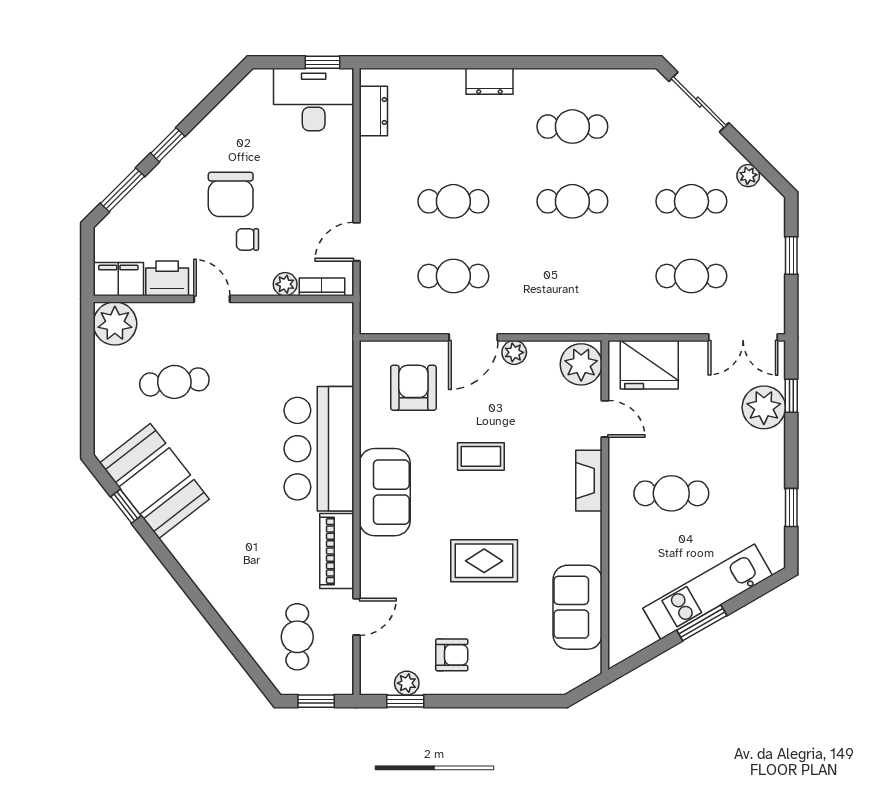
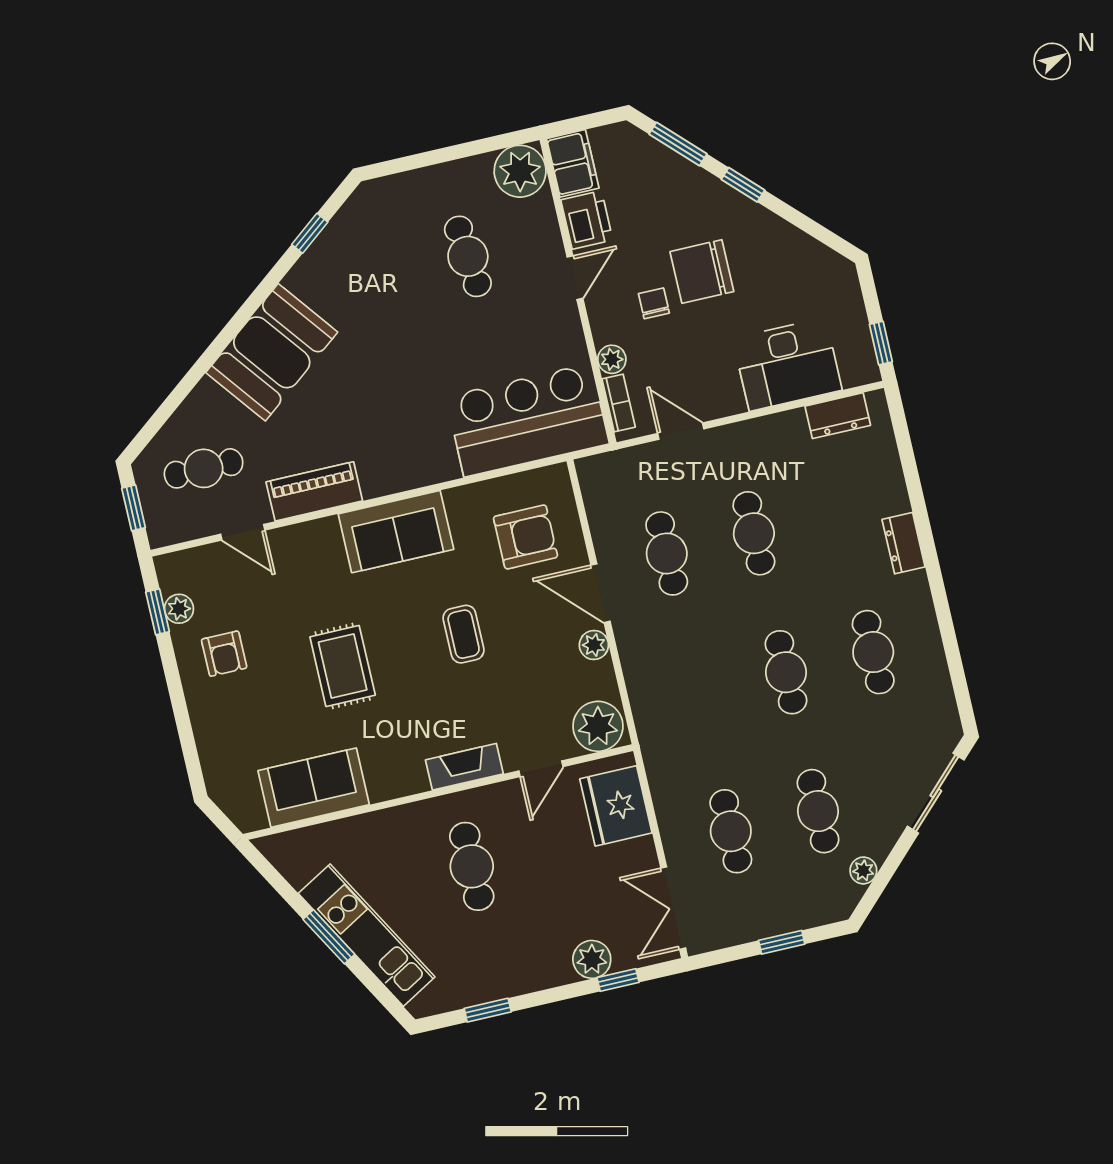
desk: (314, 100) -> (787, 364), moved, turned 90
plant: (764, 407) -> (592, 959), width x0.73, depth x0.73
bar counter: (319, 449) -> (527, 420), moved
booth: (155, 481) -> (272, 352), moved

